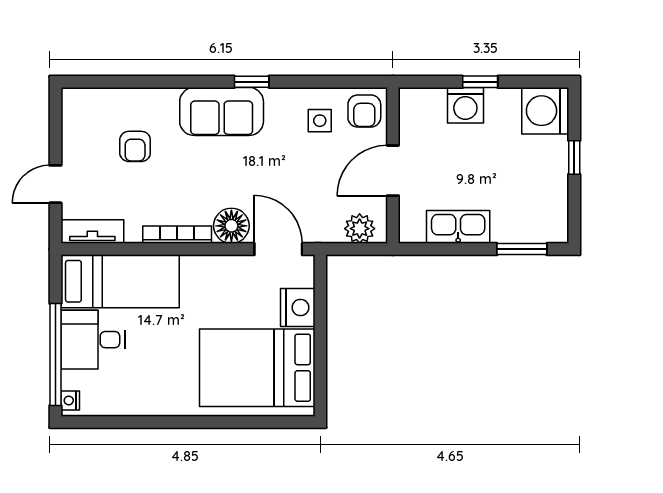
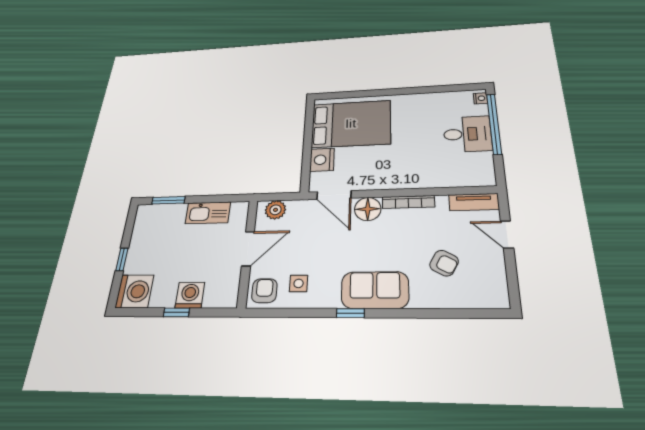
armchair: (135, 146) -> (444, 263), turned 119
door: (55, 184) -> (507, 235), swing flipped
bed: (120, 281) -> (450, 170), removed

